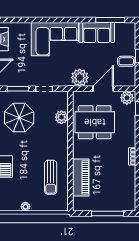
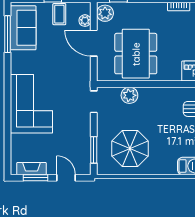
sofa: (97, 32) -> (23, 28), moved
plant: (80, 78) -> (85, 21), moved, width x0.53, depth x0.53
doorway: (44, 89) -> (94, 102), moved

